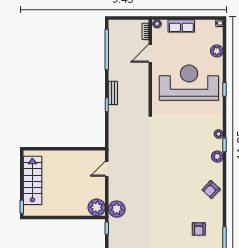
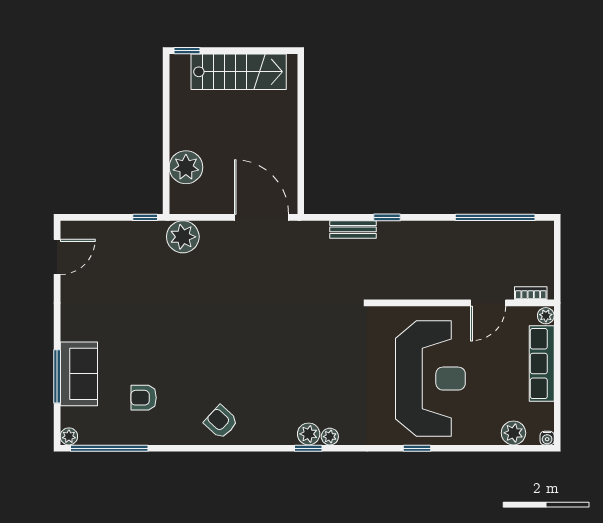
row of seats: (181, 26) -> (542, 364), width x1.48
plant: (217, 51) -> (513, 433), moved
door: (150, 53) -> (488, 303), swing flipped
bench: (113, 93) -> (353, 229), moved
plant: (217, 156) -> (309, 434), moved
door: (107, 169) -> (261, 217), width x1.88
plant: (97, 207) -> (186, 167), moved

